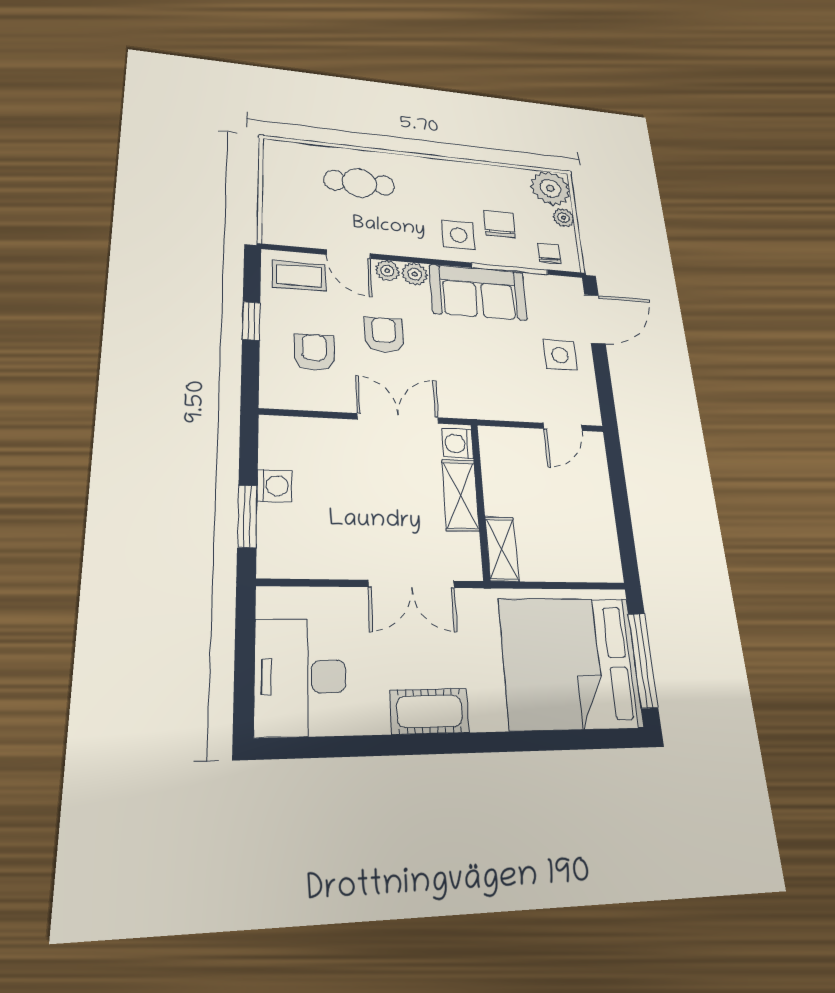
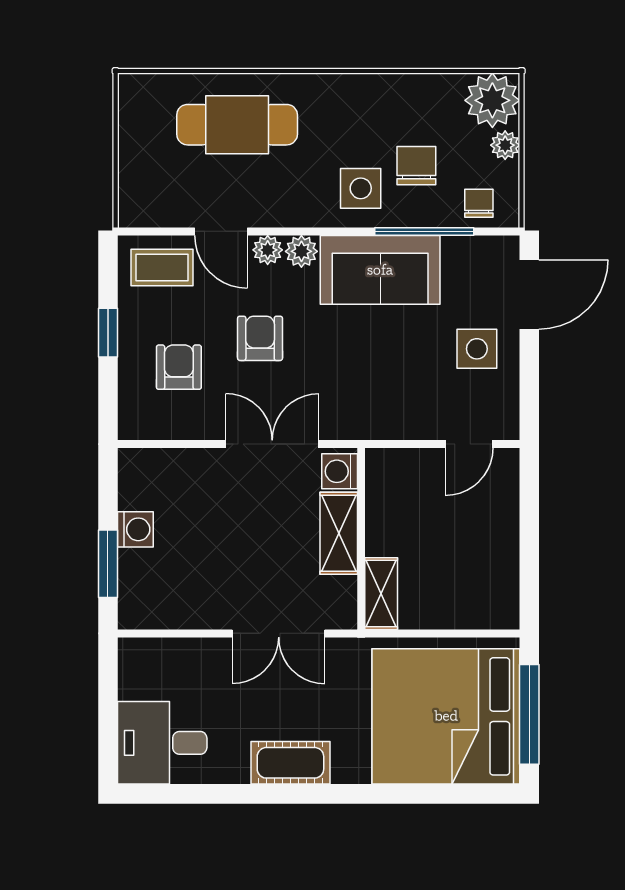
cafe table: (359, 183) -> (237, 125), width x1.37, depth x1.35
desk: (300, 677) -> (162, 743), width x0.73

